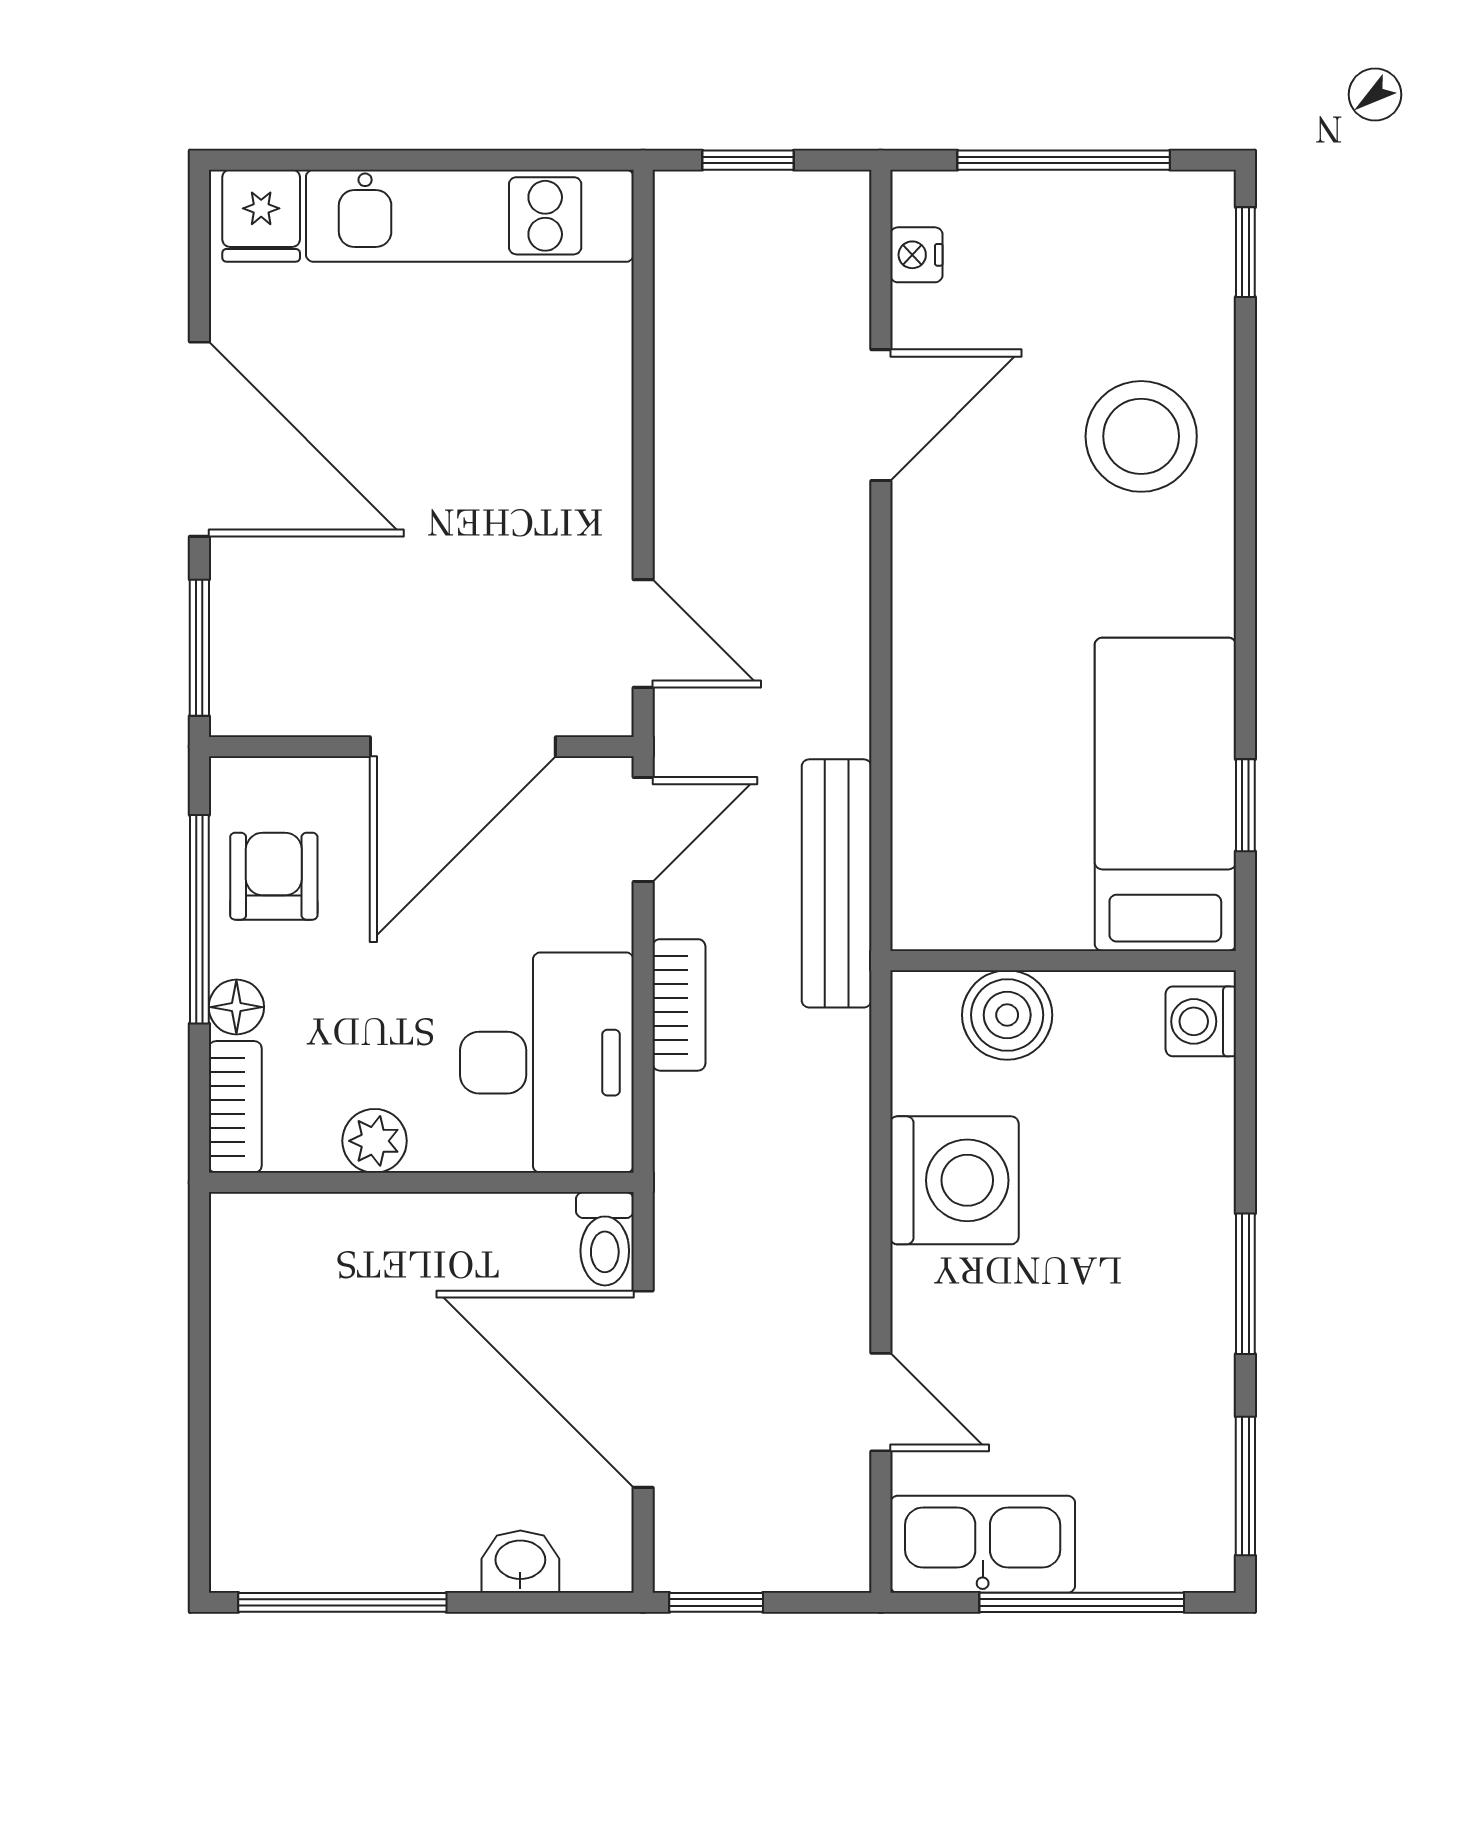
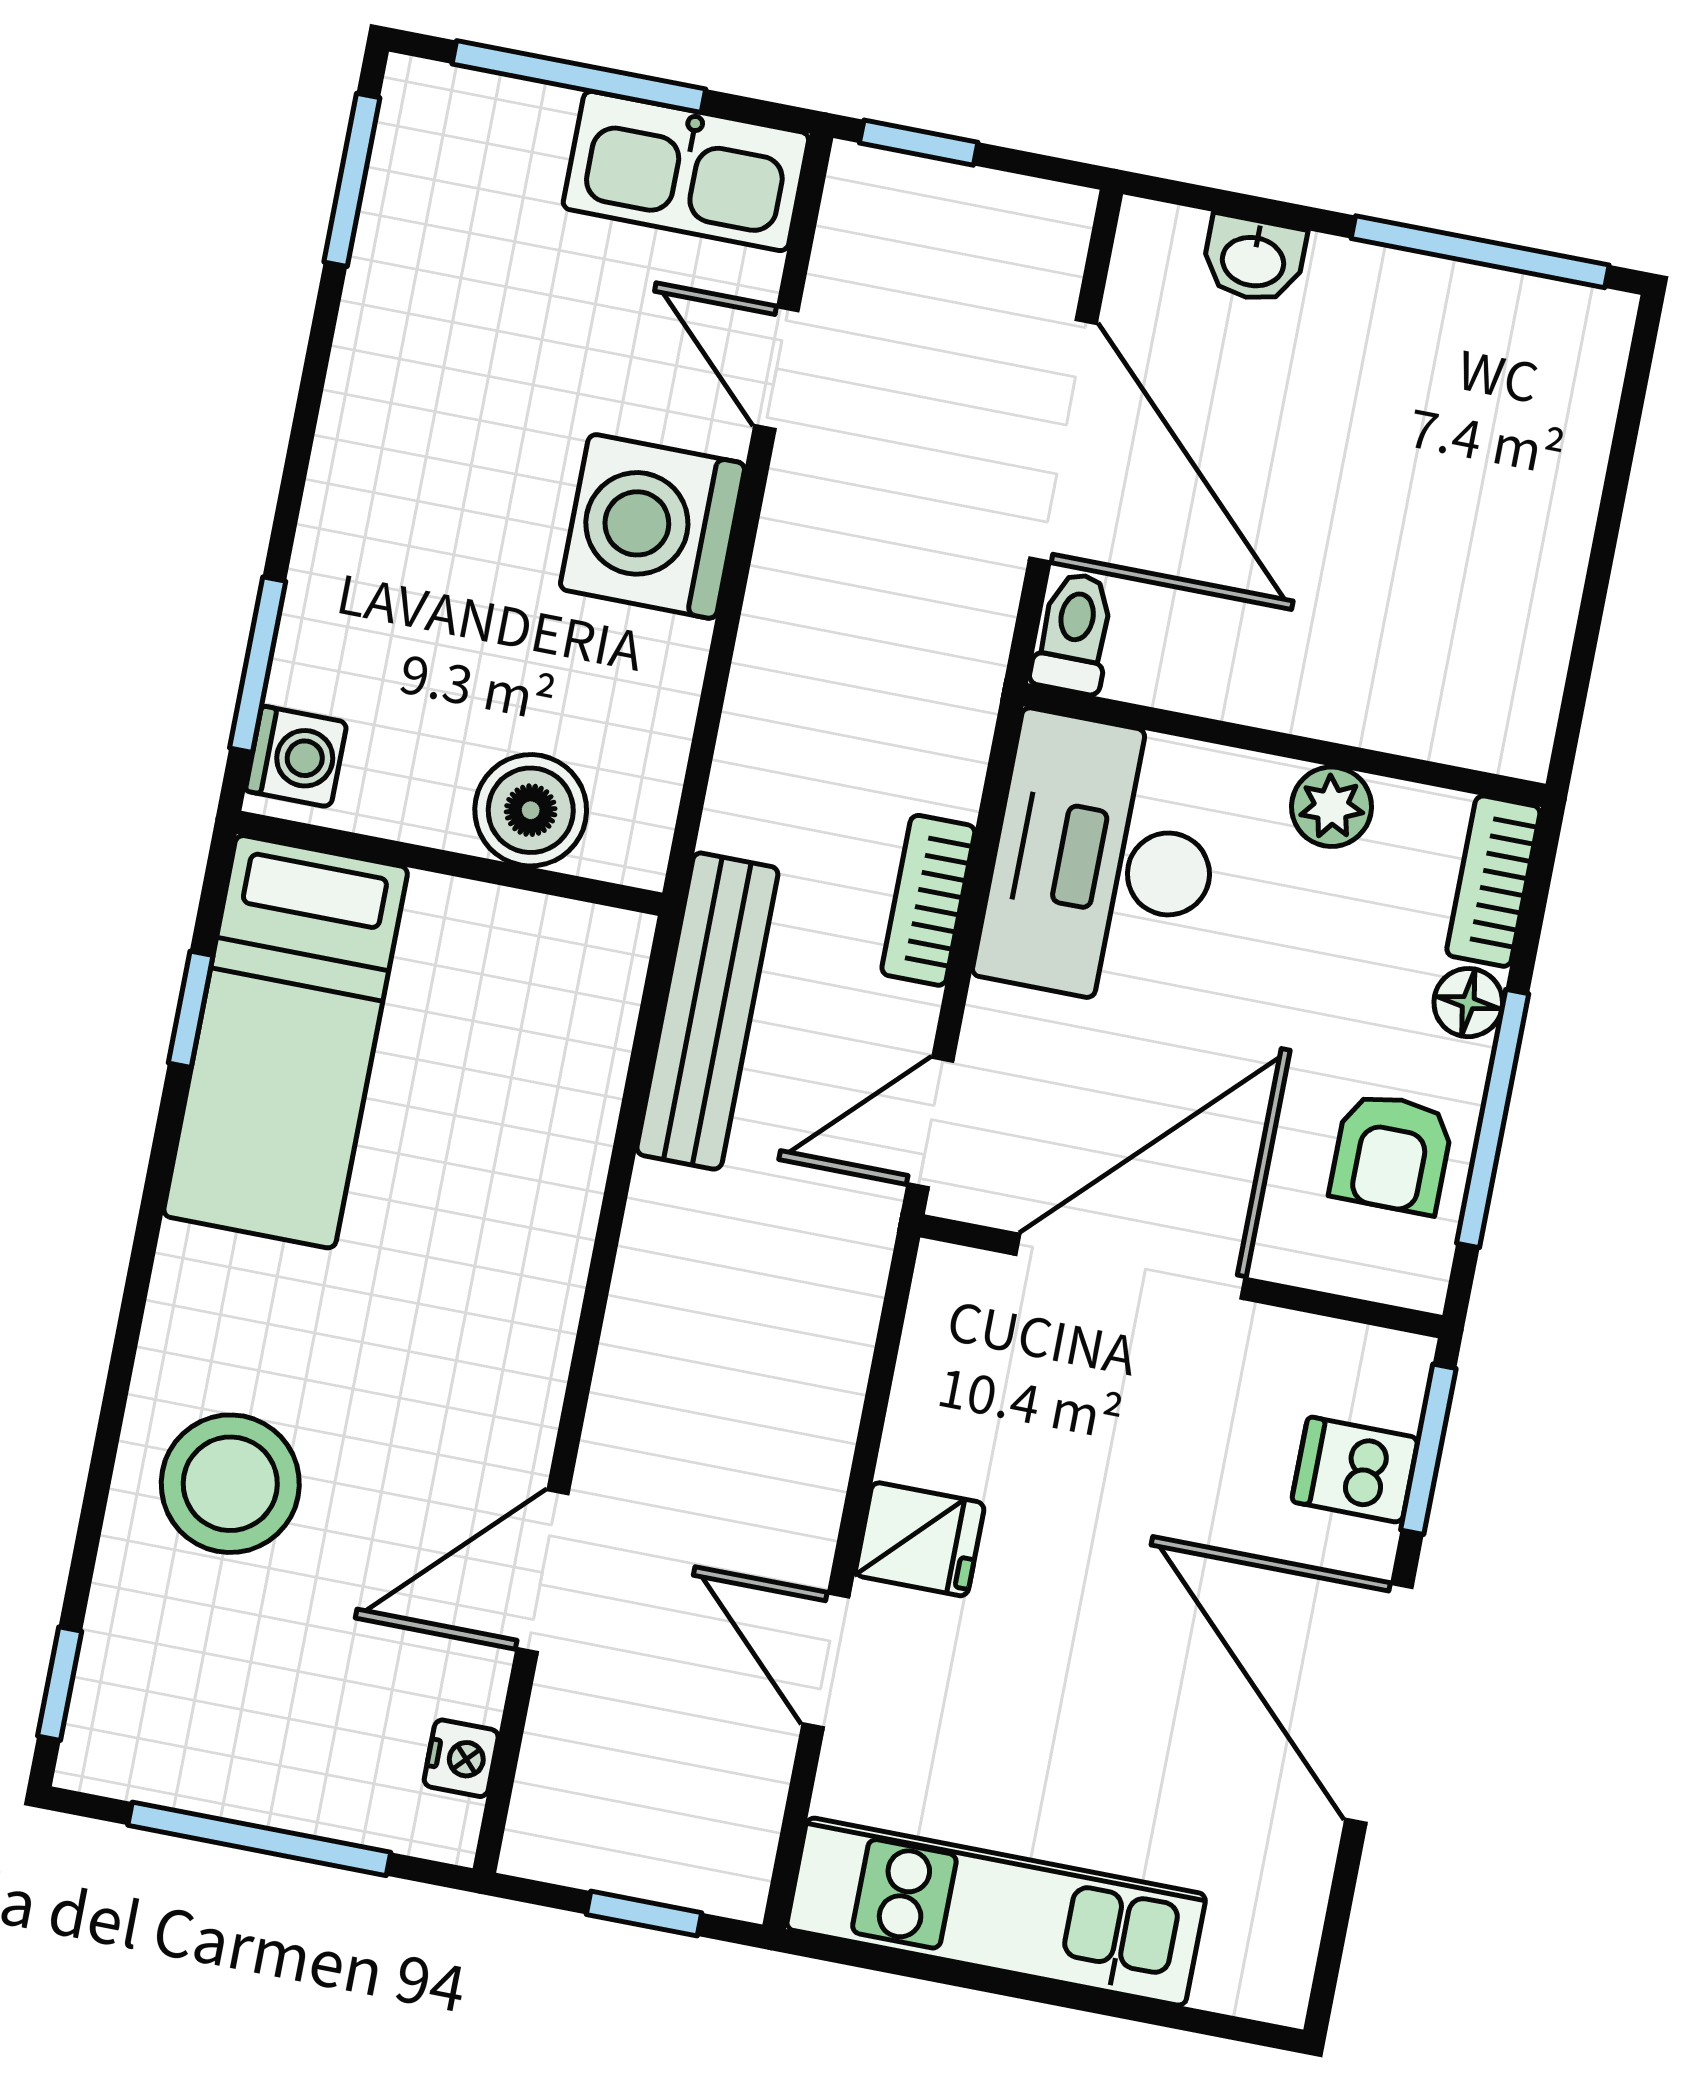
fridge: (261, 216) -> (920, 1539), moved, turned 90
dishwasher: (254, 620) -> (1355, 1470), added
door: (643, 633) -> (826, 1661), moved
washing machine: (954, 1180) -> (653, 526), moved
window: (1245, 1284) -> (258, 665), moved
window: (716, 1602) -> (919, 143), moved

